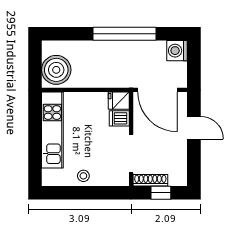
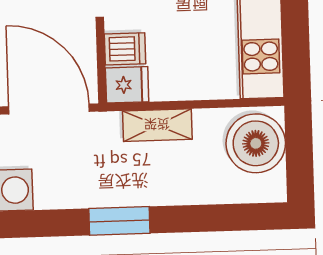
window: (125, 34) -> (119, 221), width x0.47
shelving: (104, 80) -> (157, 125), added

